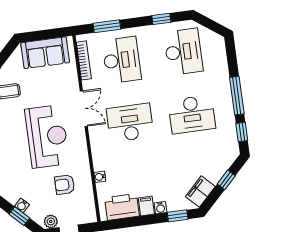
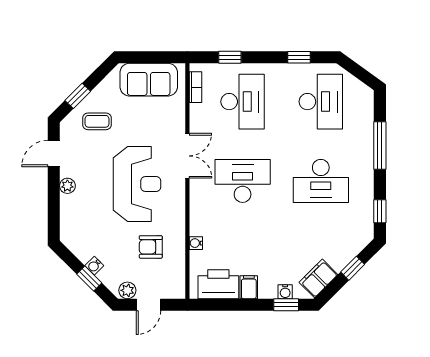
window: (107, 26) -> (230, 57), width x0.67
bookcase: (84, 60) -> (196, 87), width x0.64
window: (237, 96) -> (380, 146), moved
water cooler: (160, 208) -> (285, 292), moved

